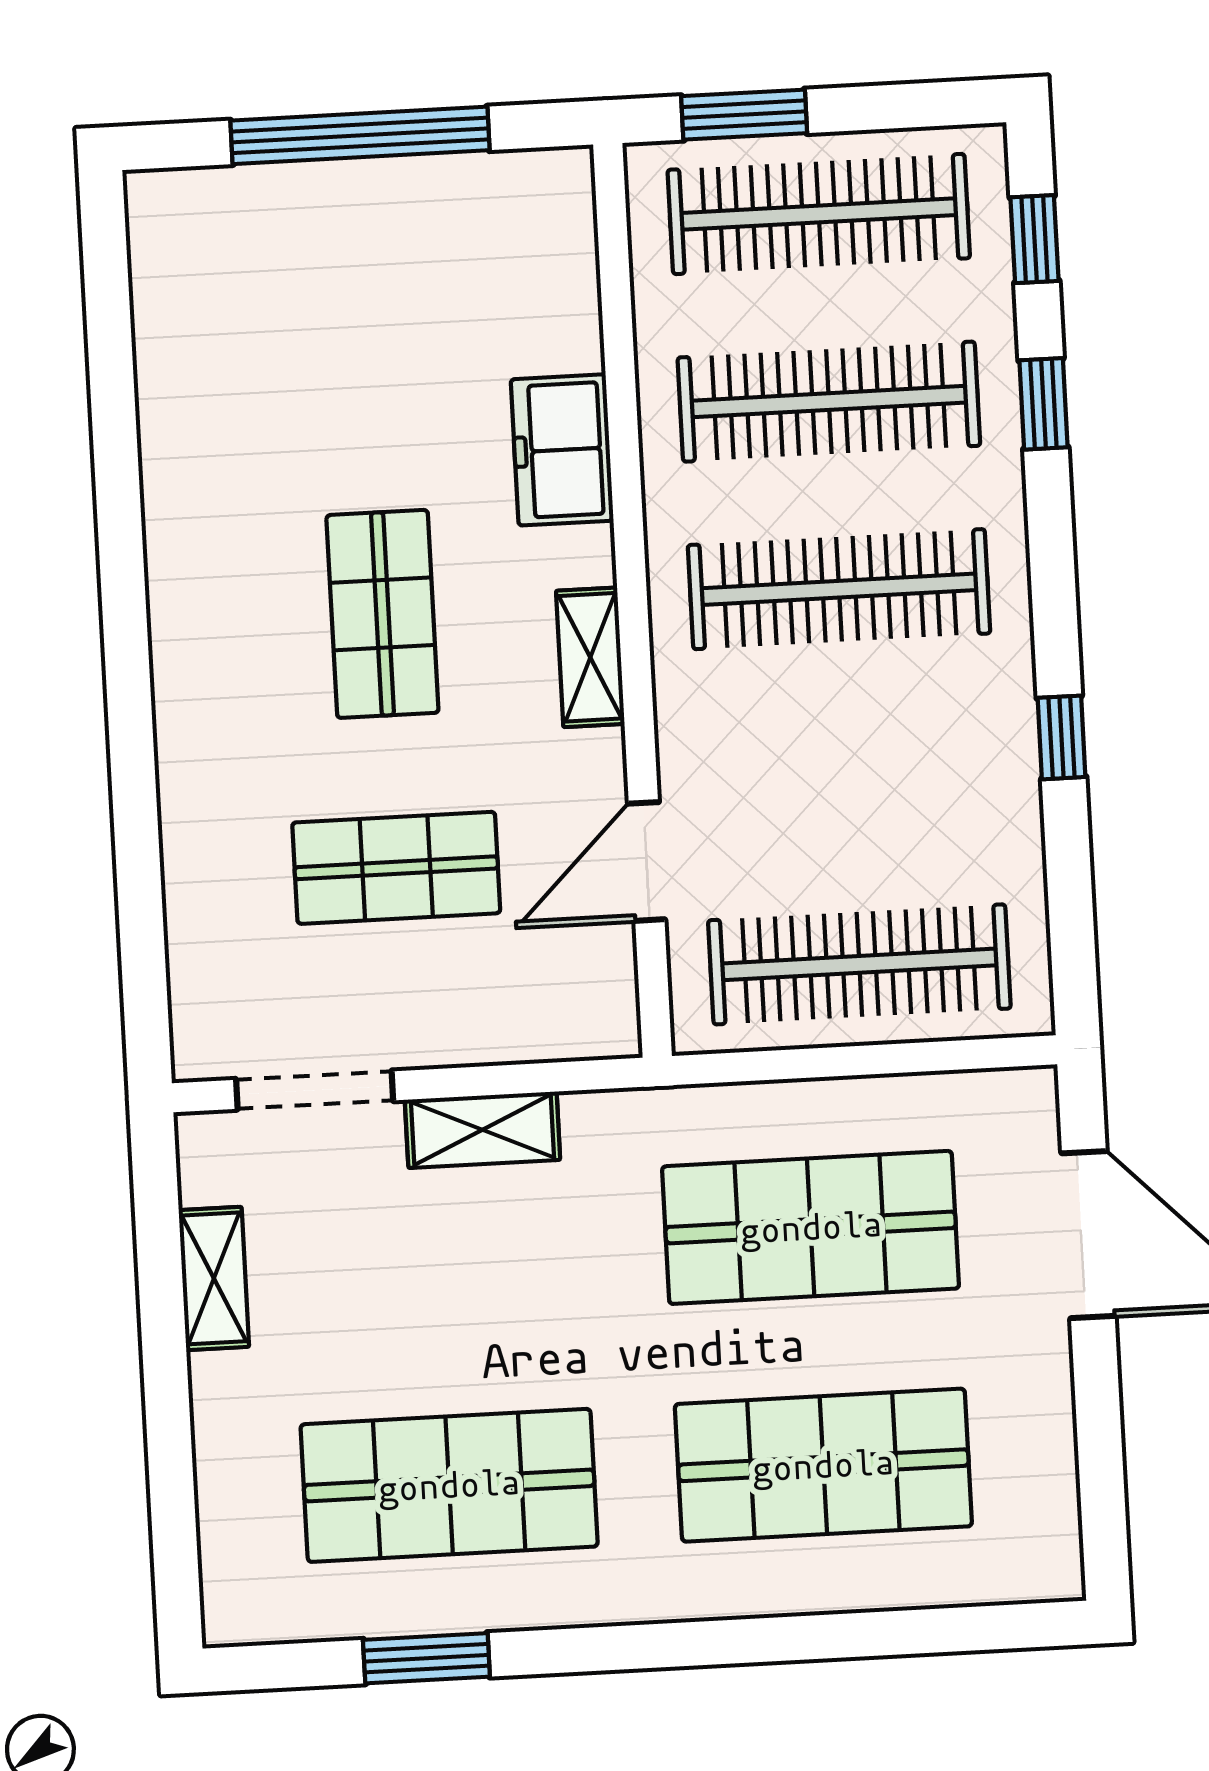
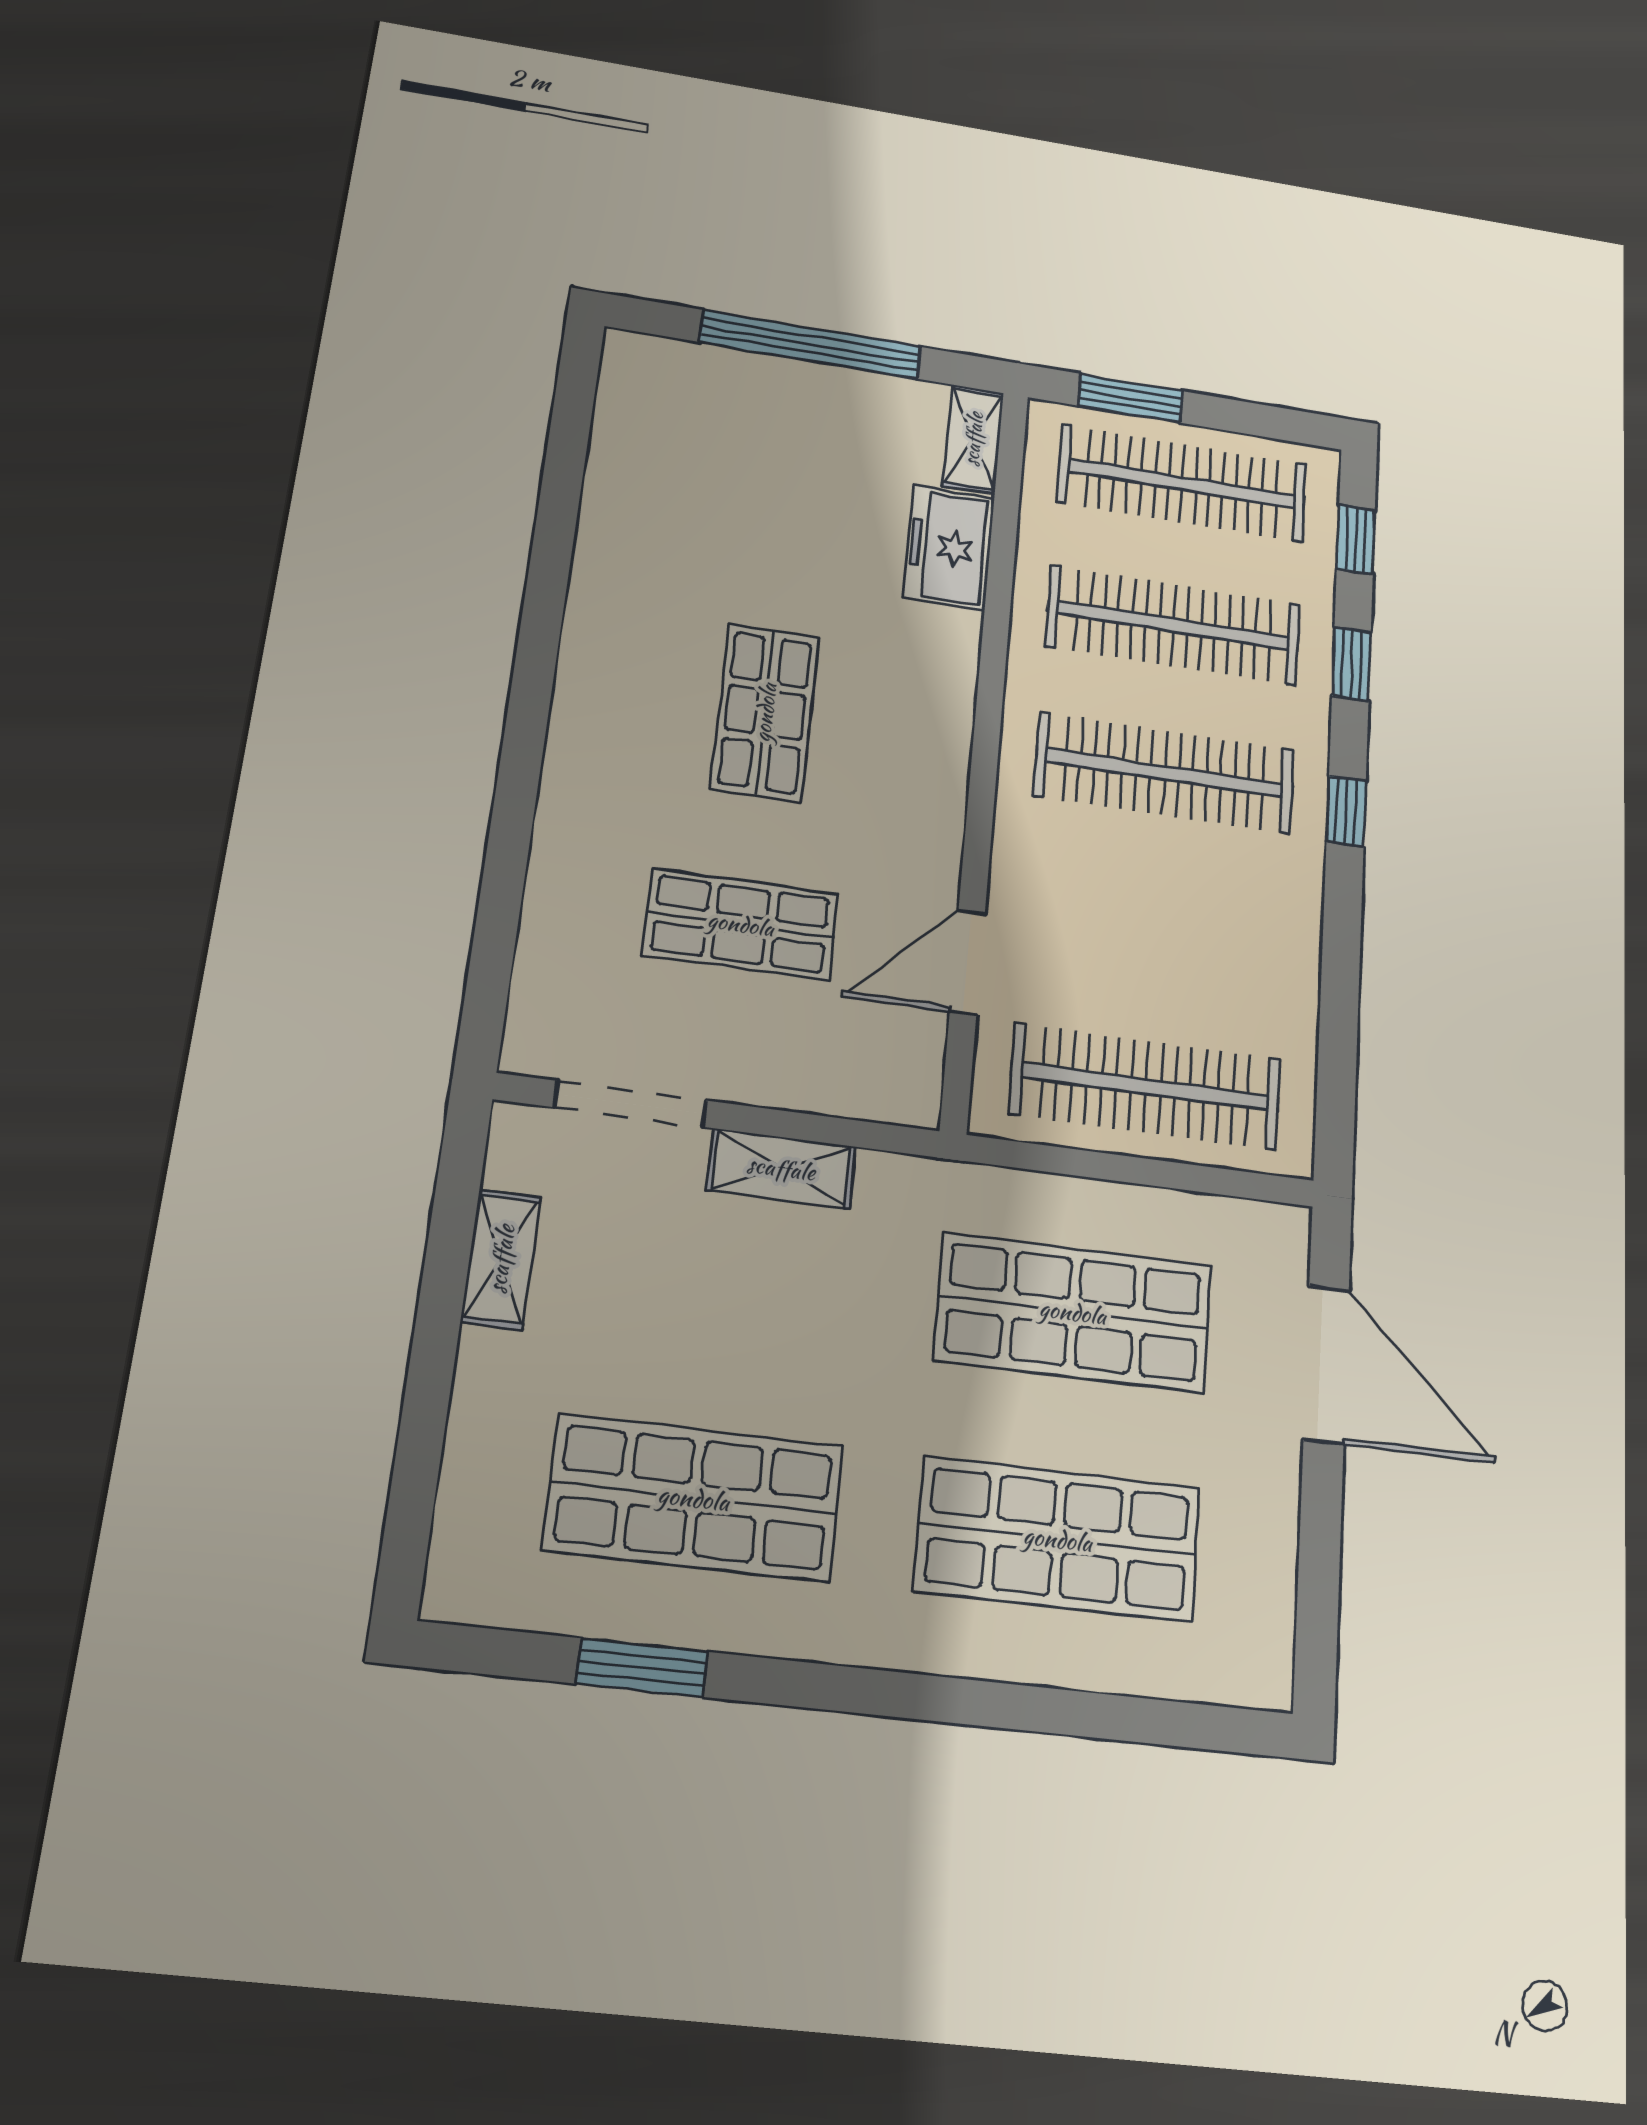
freezer: (562, 450) -> (949, 548), moved
shelving: (590, 657) -> (973, 439), moved
window: (1061, 737) -> (1346, 811), moved

